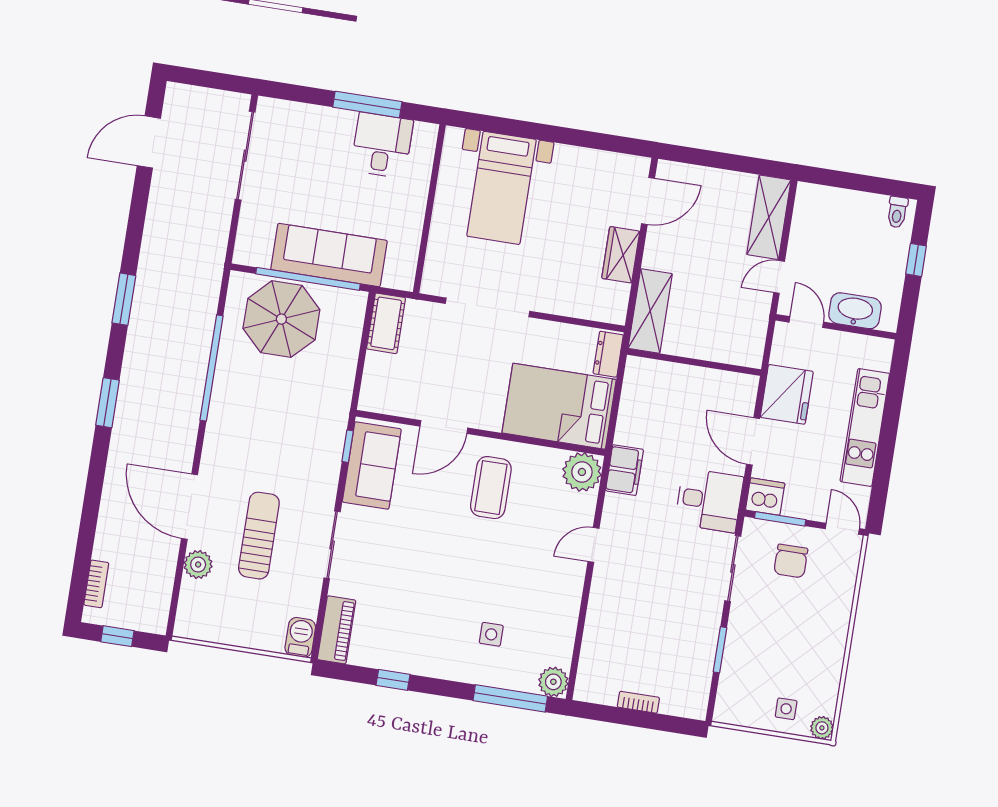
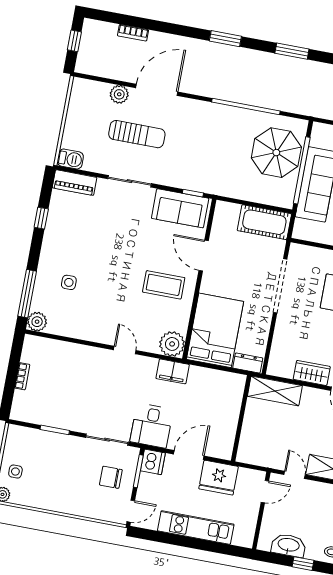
washbasin: (855, 311) -> (289, 545), moved, turned -90
cot: (386, 323) -> (264, 222), width x1.37, depth x1.34
bookcase: (96, 584) -> (133, 33), moved

